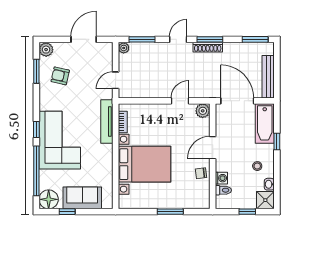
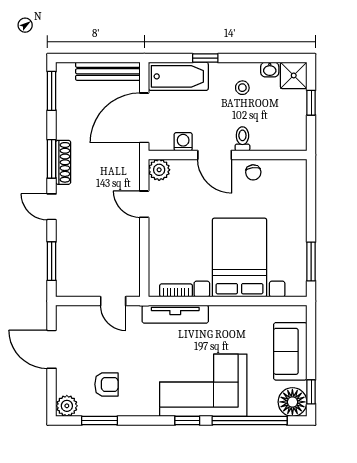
plant: (124, 48) -> (64, 289), removed
armchair: (60, 76) -> (106, 384), turned -103
washing machine: (221, 178) -> (183, 142), moved
toilet: (223, 190) -> (242, 139), moved
window: (67, 212) -> (311, 392), moved
window: (170, 212) -> (311, 261), moved

